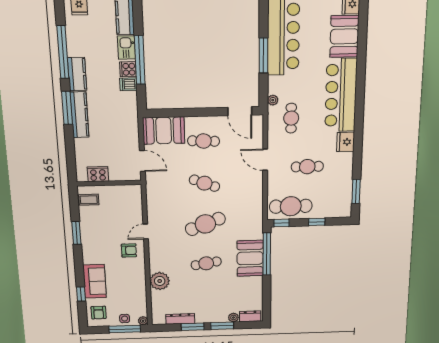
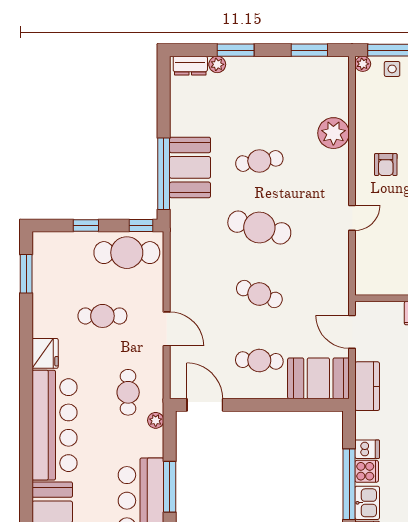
kitchen counter: (130, 126) -> (367, 386), added
cafe table: (205, 224) -> (259, 227), turned 36
armchair: (129, 250) -> (386, 165), moved, turned -90
dresser: (180, 319) -> (303, 65), removed
window: (193, 327) -> (309, 50), moved

